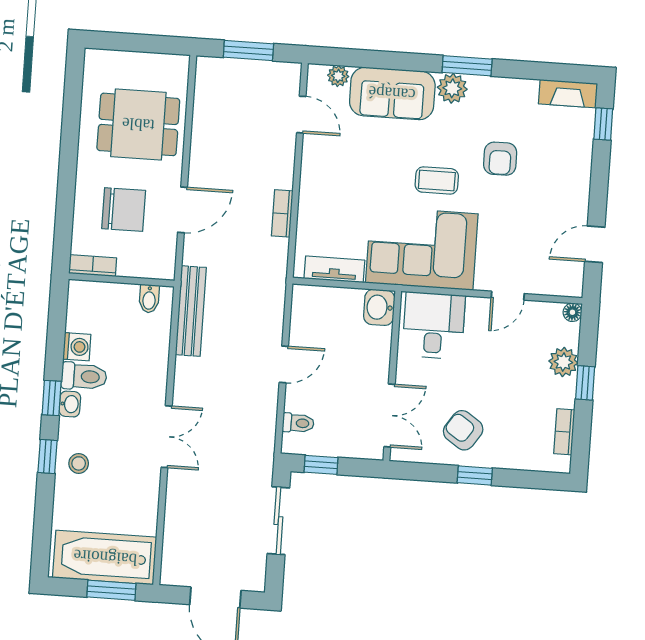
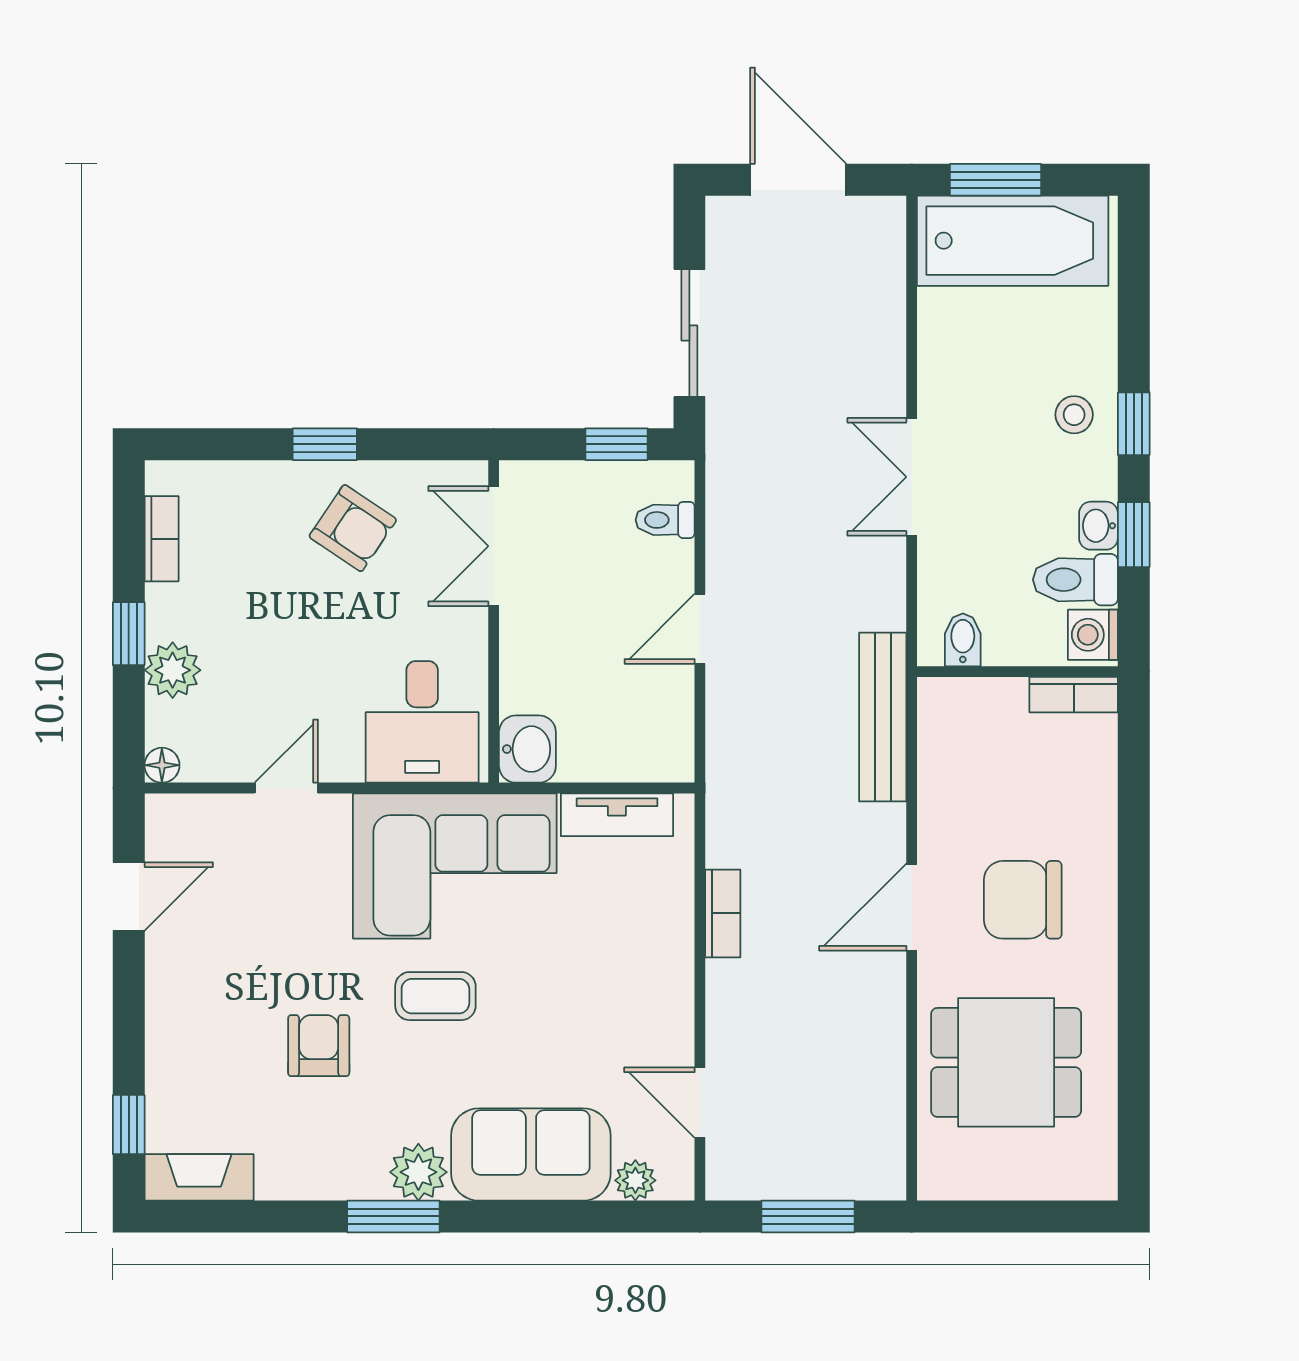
bookcase: (93, 266) -> (1074, 695), moved
wall: (122, 280) -> (1017, 672), moved
bidet: (149, 299) -> (963, 640), moved

